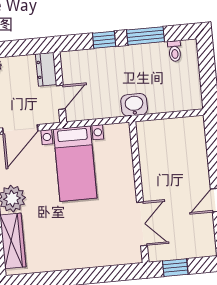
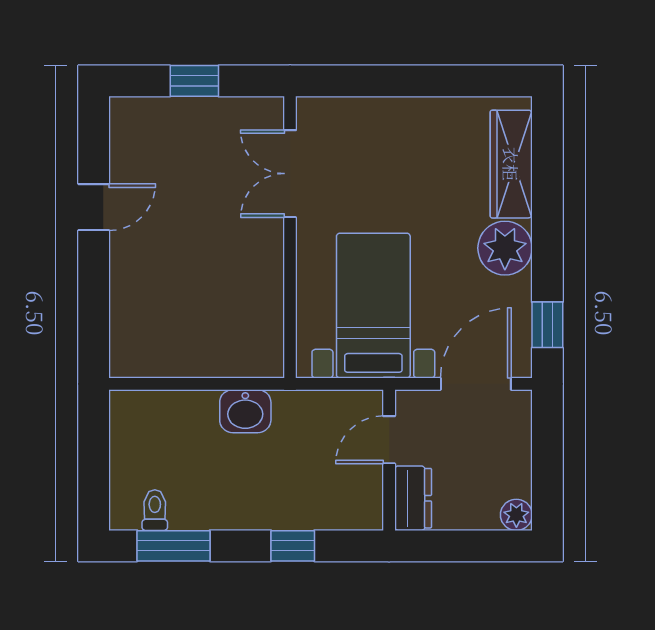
window: (146, 36) -> (173, 546), moved
wall: (139, 192) -> (290, 237), moved
double door: (142, 224) -> (290, 174), moved

